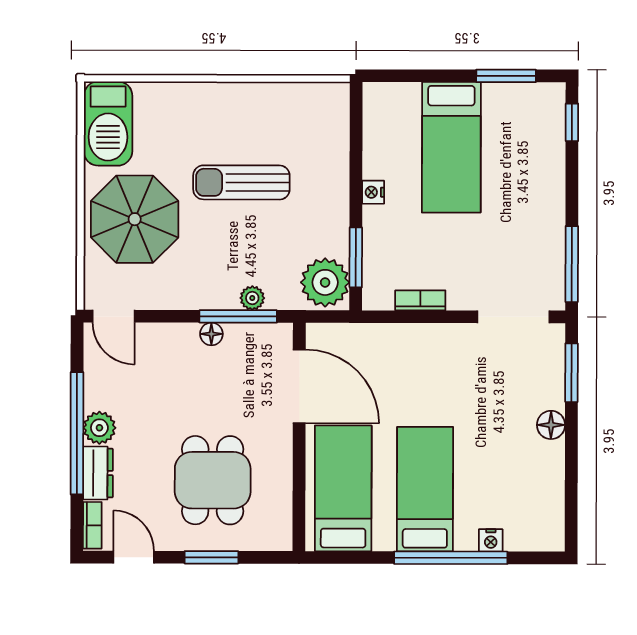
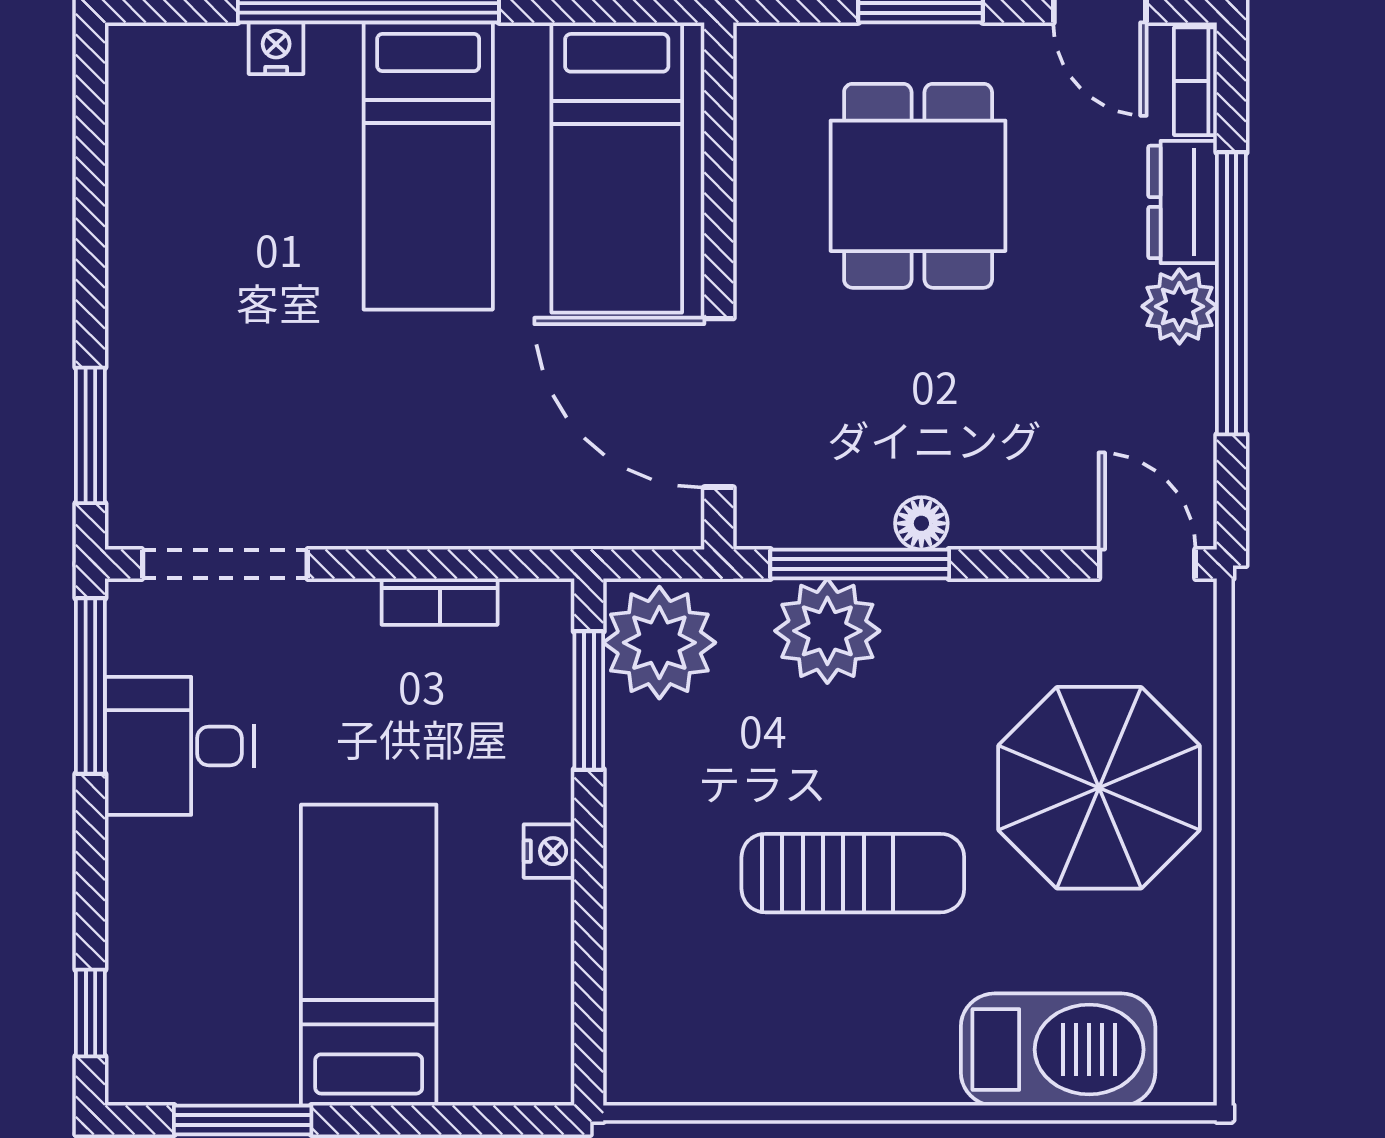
barbecue: (108, 124) -> (1058, 1050), moved, turned 90
desk: (533, 238) -> (179, 746), added
plant: (252, 298) -> (827, 631), width x1.88, depth x1.88
floor lamp: (551, 425) -> (138, 315), removed

